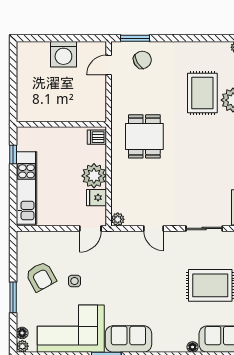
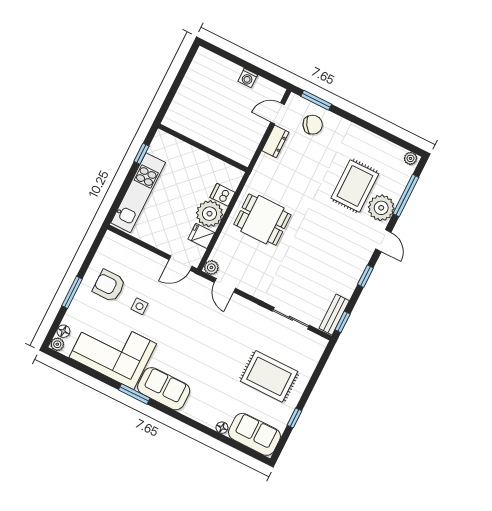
washing machine: (63, 54) -> (248, 78), width x0.53, depth x0.53
dresser: (118, 89) -> (275, 141), added
dining table: (144, 136) -> (262, 220), moved, turned 90
dishwasher: (97, 137) -> (222, 195), moved
door: (154, 228) -> (225, 285), moved
armchair: (41, 277) -> (109, 286), turned 119

